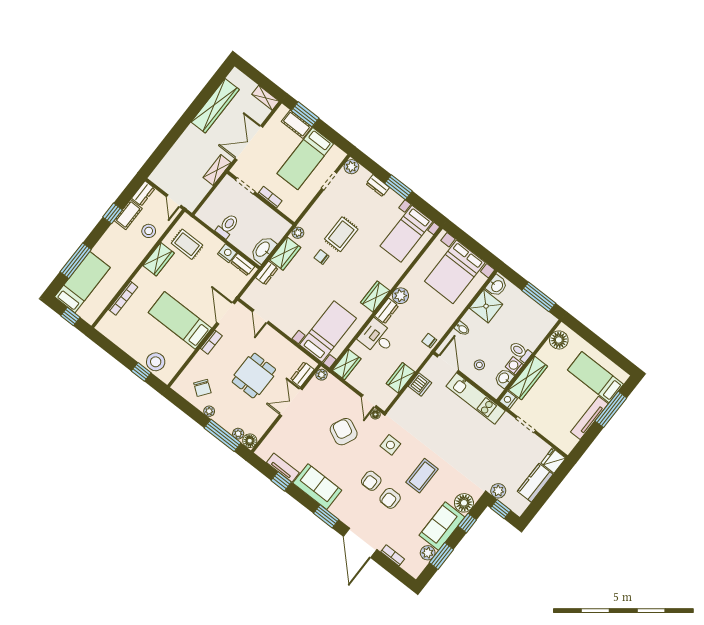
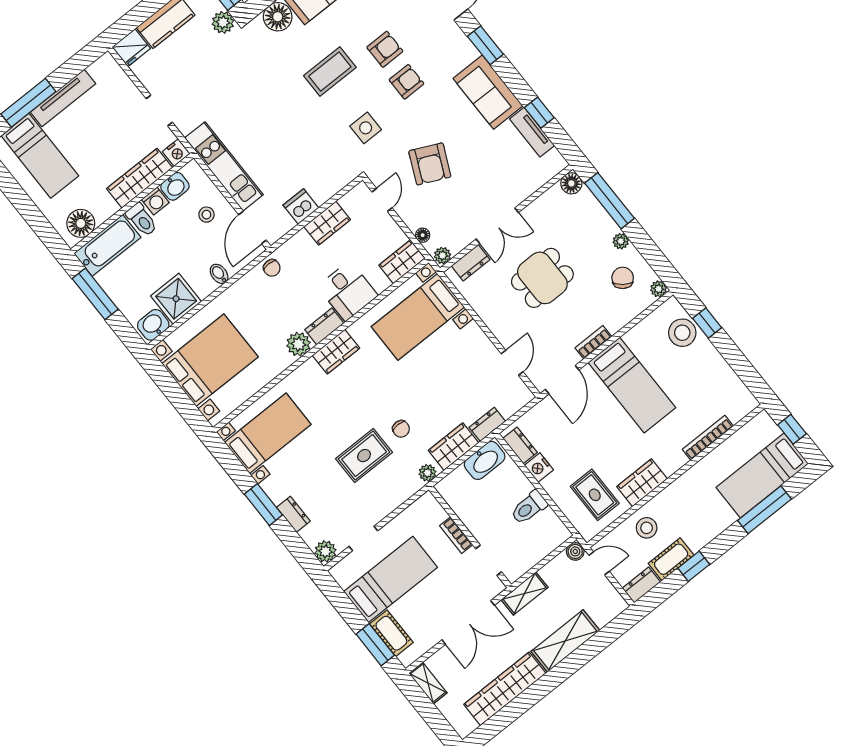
shelving: (184, 146) -> (565, 641), added
door: (174, 201) -> (599, 563), hinge flipped
boiler: (191, 205) -> (575, 551), added
bathtub: (538, 330) -> (107, 245), added
floor lamp: (375, 414) -> (423, 235), moved
plant: (238, 434) -> (659, 289), moved

